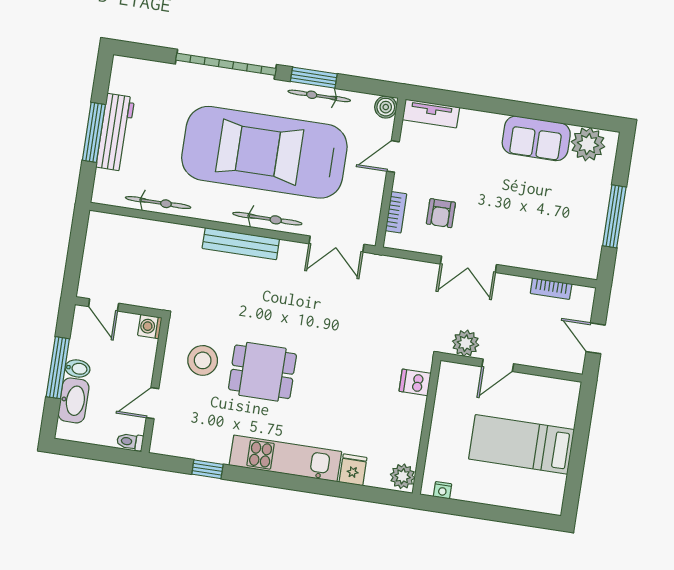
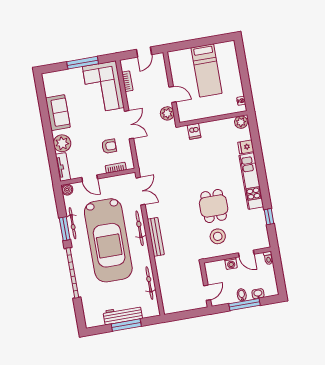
plant: (588, 144) -> (62, 143), moved
corner sofa: (556, 240) -> (103, 87), added
washing machine: (150, 326) -> (231, 263), moved
washbasin: (74, 400) -> (258, 294), width x0.52, depth x0.69

